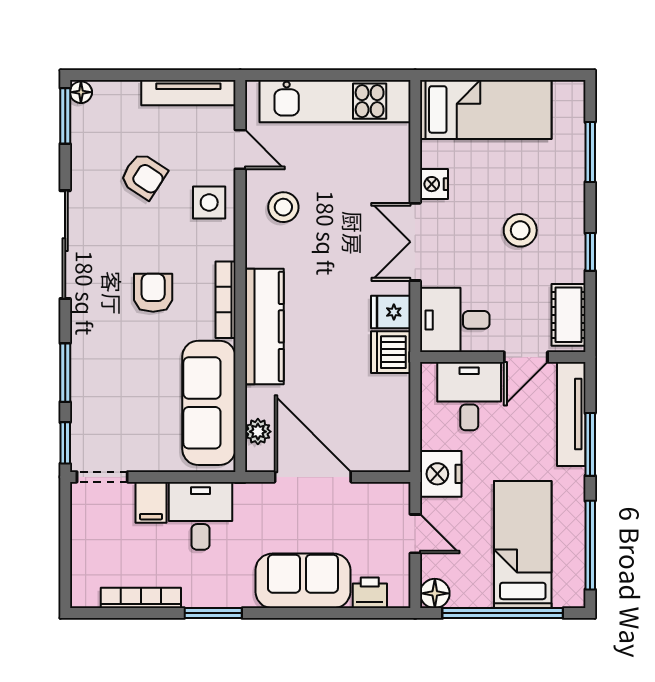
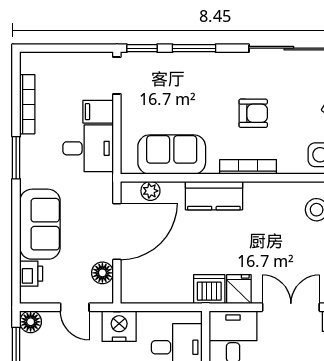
kitchen counter: (264, 326) -> (214, 196), width x0.67
sofa: (209, 403) -> (172, 155), width x0.73
floor lamp: (369, 496) -> (102, 273), added
door: (415, 534) -> (75, 307), hinge flipped

